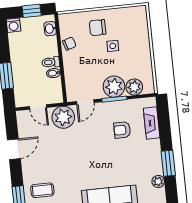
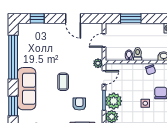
door: (85, 102) -> (104, 78), swing flipped
plant: (63, 117) -> (98, 63), width x0.53, depth x0.53
coffee table: (42, 190) -> (63, 82), moved

